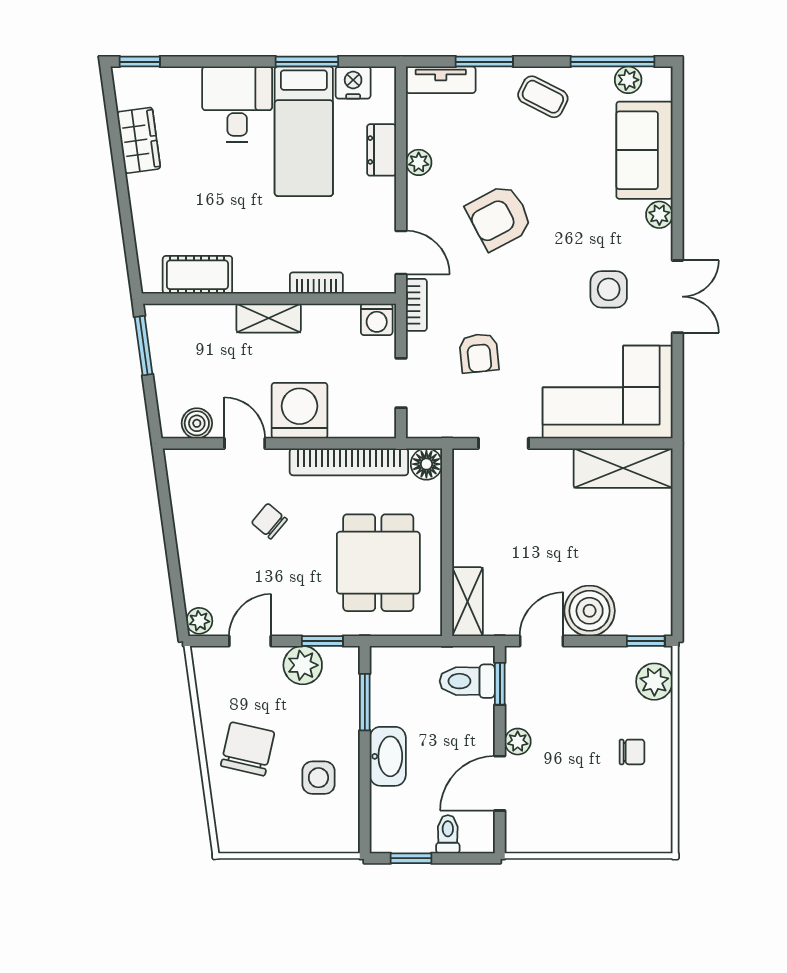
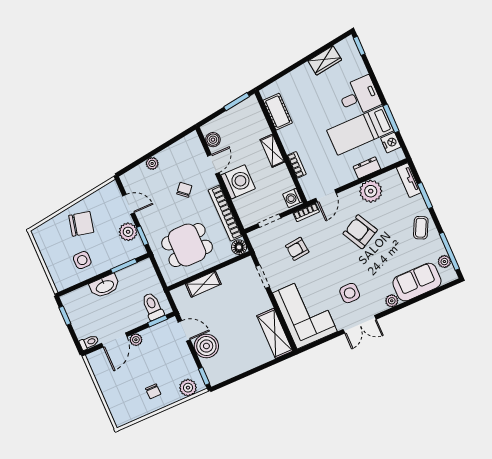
plant: (419, 162) -> (371, 191), width x1.87, depth x1.87
shelving: (467, 602) -> (203, 284), moved
plant: (199, 621) -> (152, 163), moved
door: (500, 783) -> (114, 340), swing flipped
toilet: (448, 834) -> (89, 342), moved

